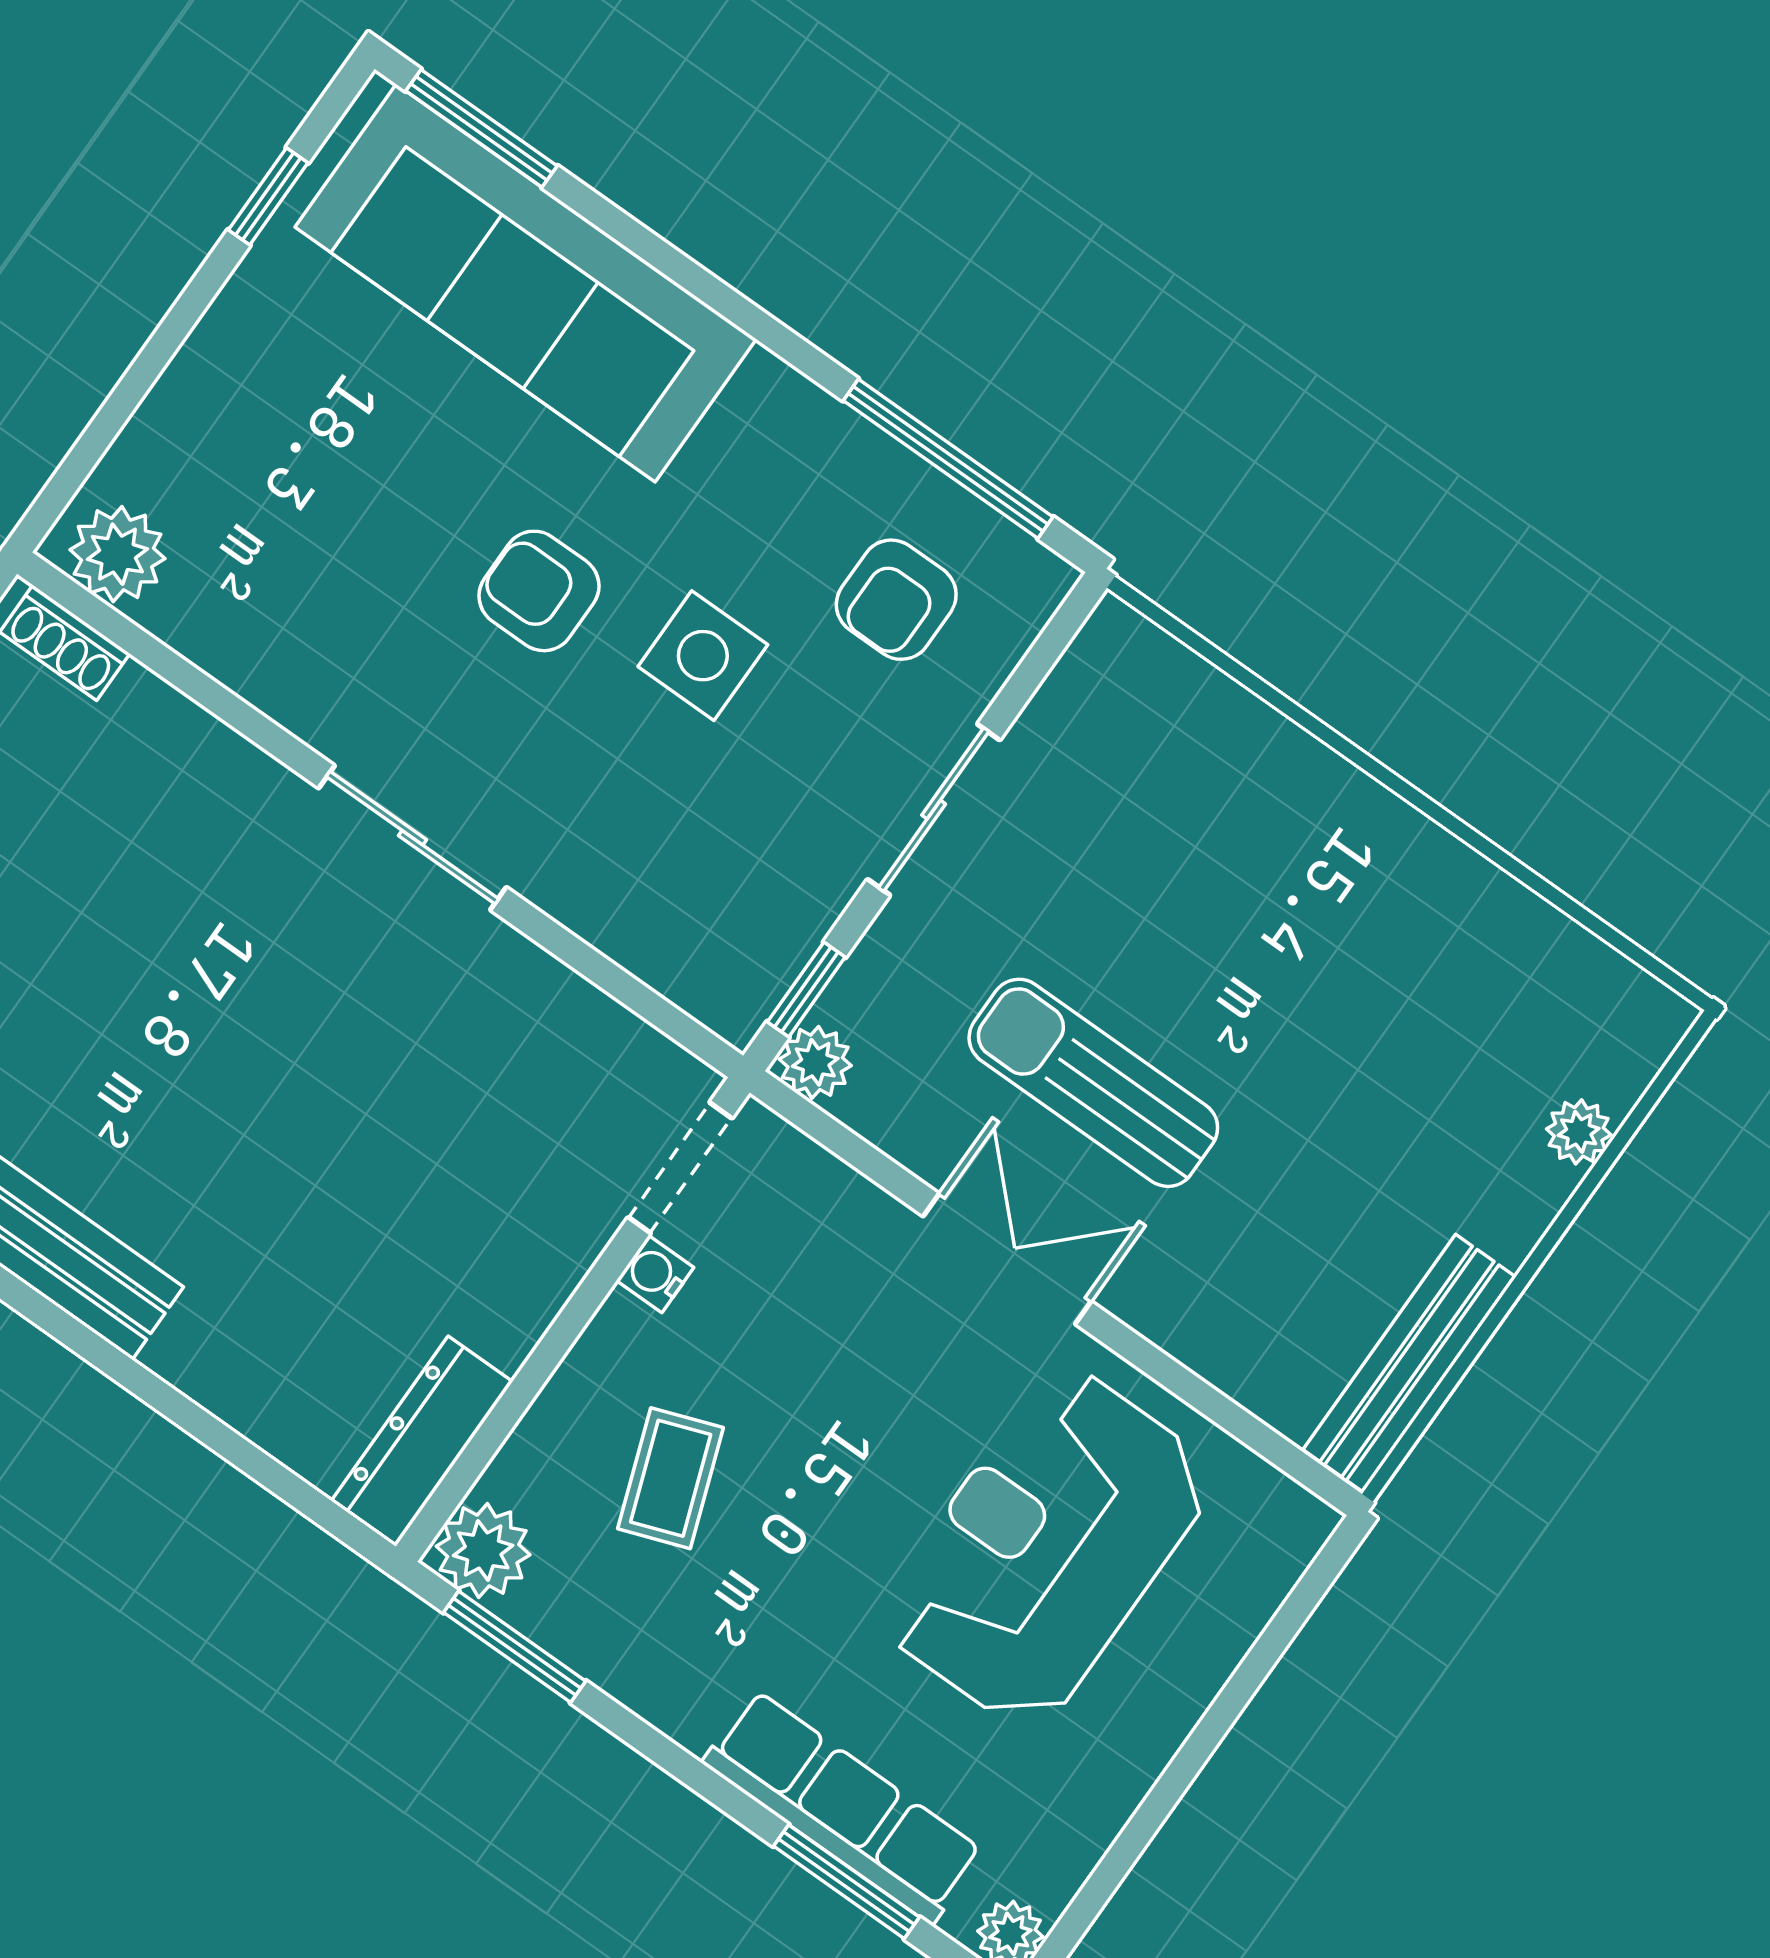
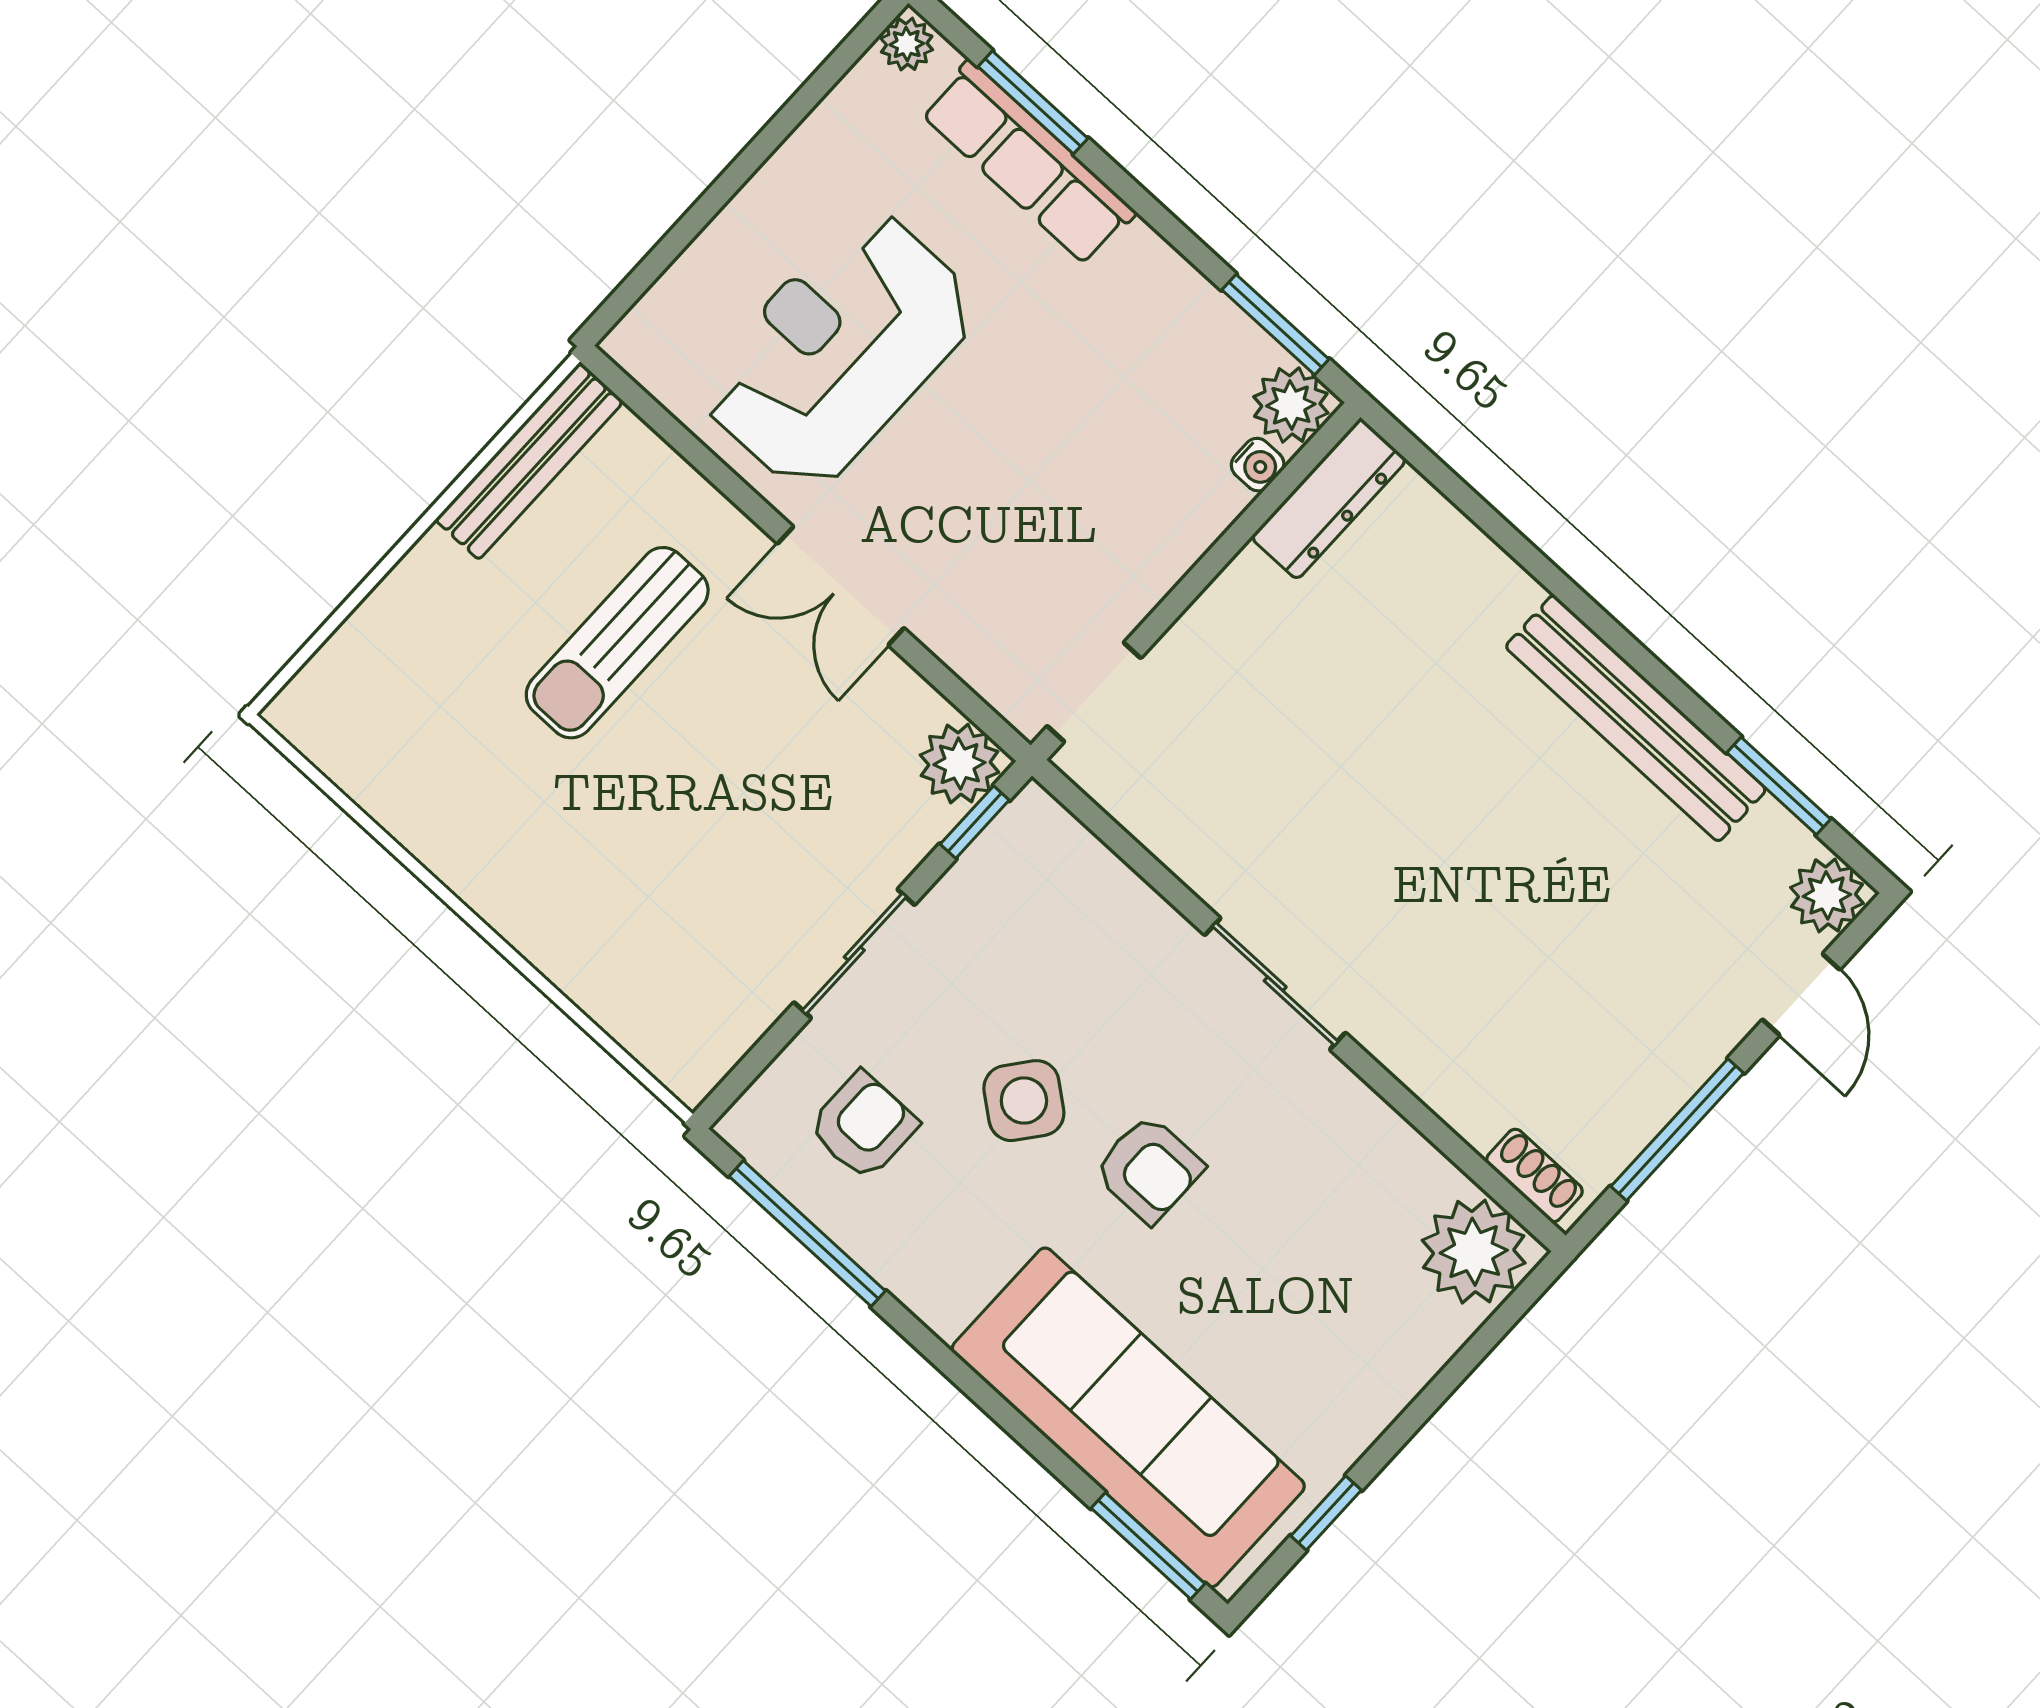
plant: (117, 554) -> (1474, 1252), width x1.36, depth x1.36
side table: (703, 656) -> (1024, 1101), turned 38
plant: (815, 1062) -> (959, 764), width x1.38, depth x1.38
sun lounger: (1093, 1083) -> (617, 643), moved, turned 90
plant: (1579, 1132) -> (370, 630), removed
water cooler: (655, 1274) -> (1258, 465), moved
coffee table: (671, 1478) -> (1133, 444), removed
reception desk: (1047, 1548) -> (838, 350), turned 180

